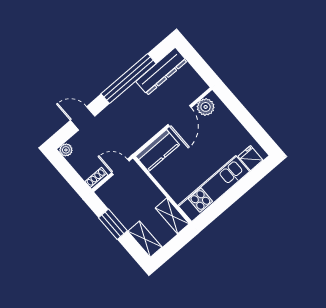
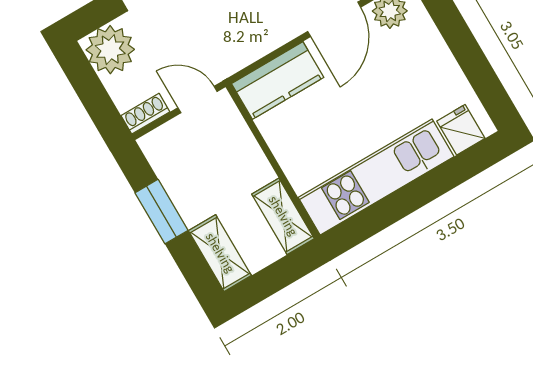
plant: (66, 150) -> (110, 50), width x1.87, depth x1.87

